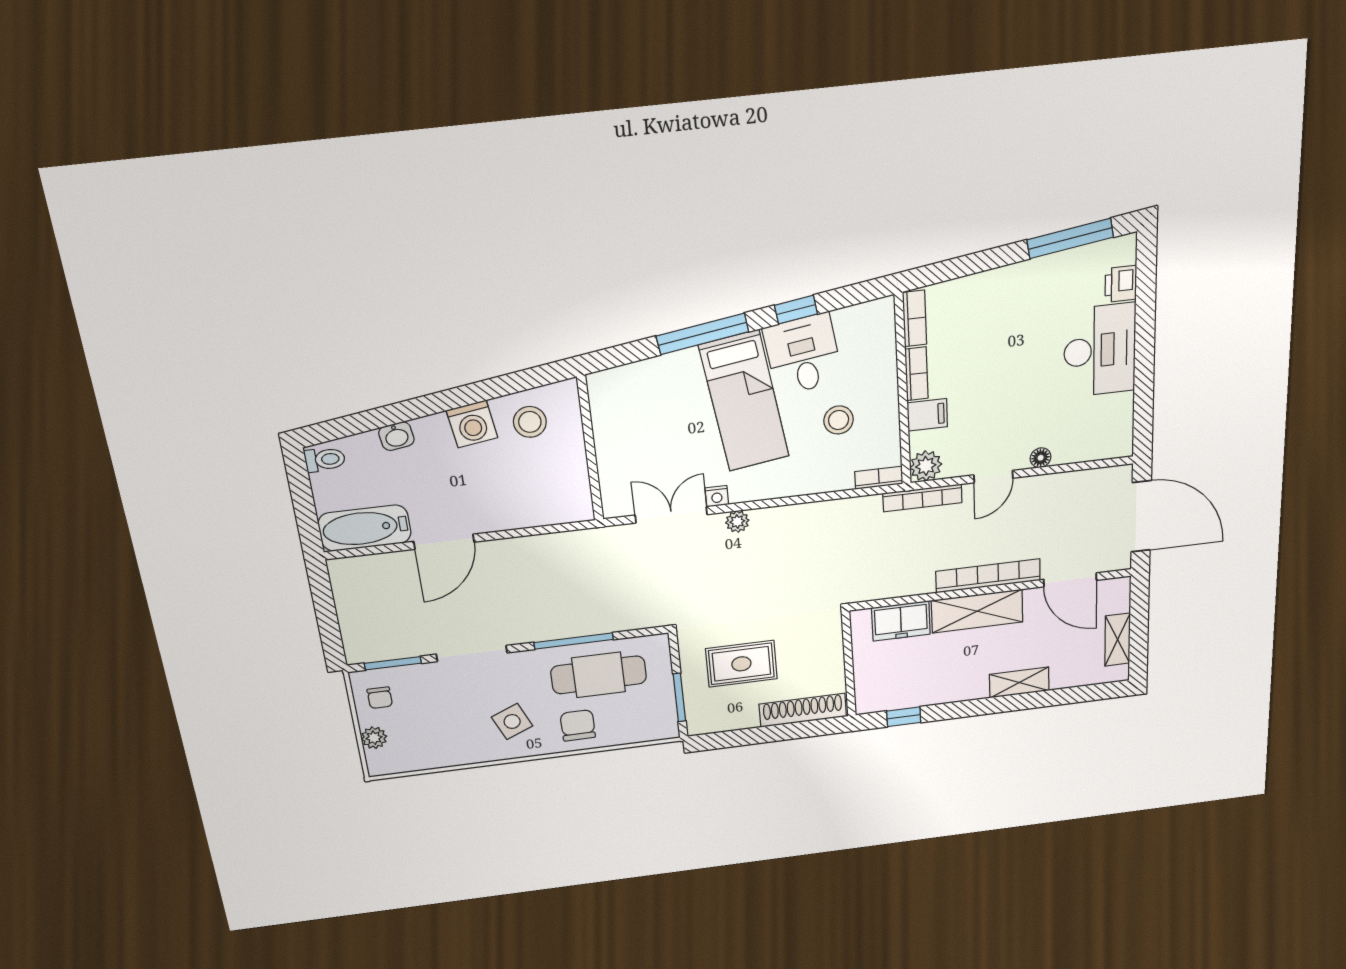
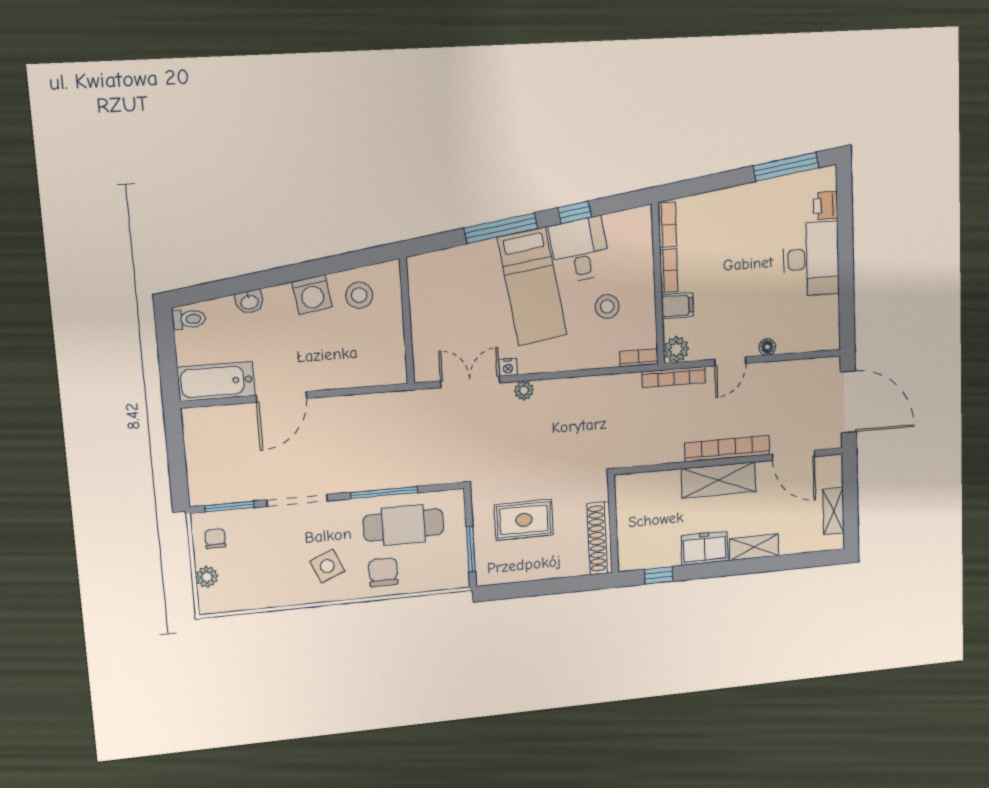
freezer: (901, 621) -> (705, 548), moved, turned 180
chair: (380, 698) -> (215, 539), turned 180
shoe rack: (803, 710) -> (600, 538), moved, turned -90

